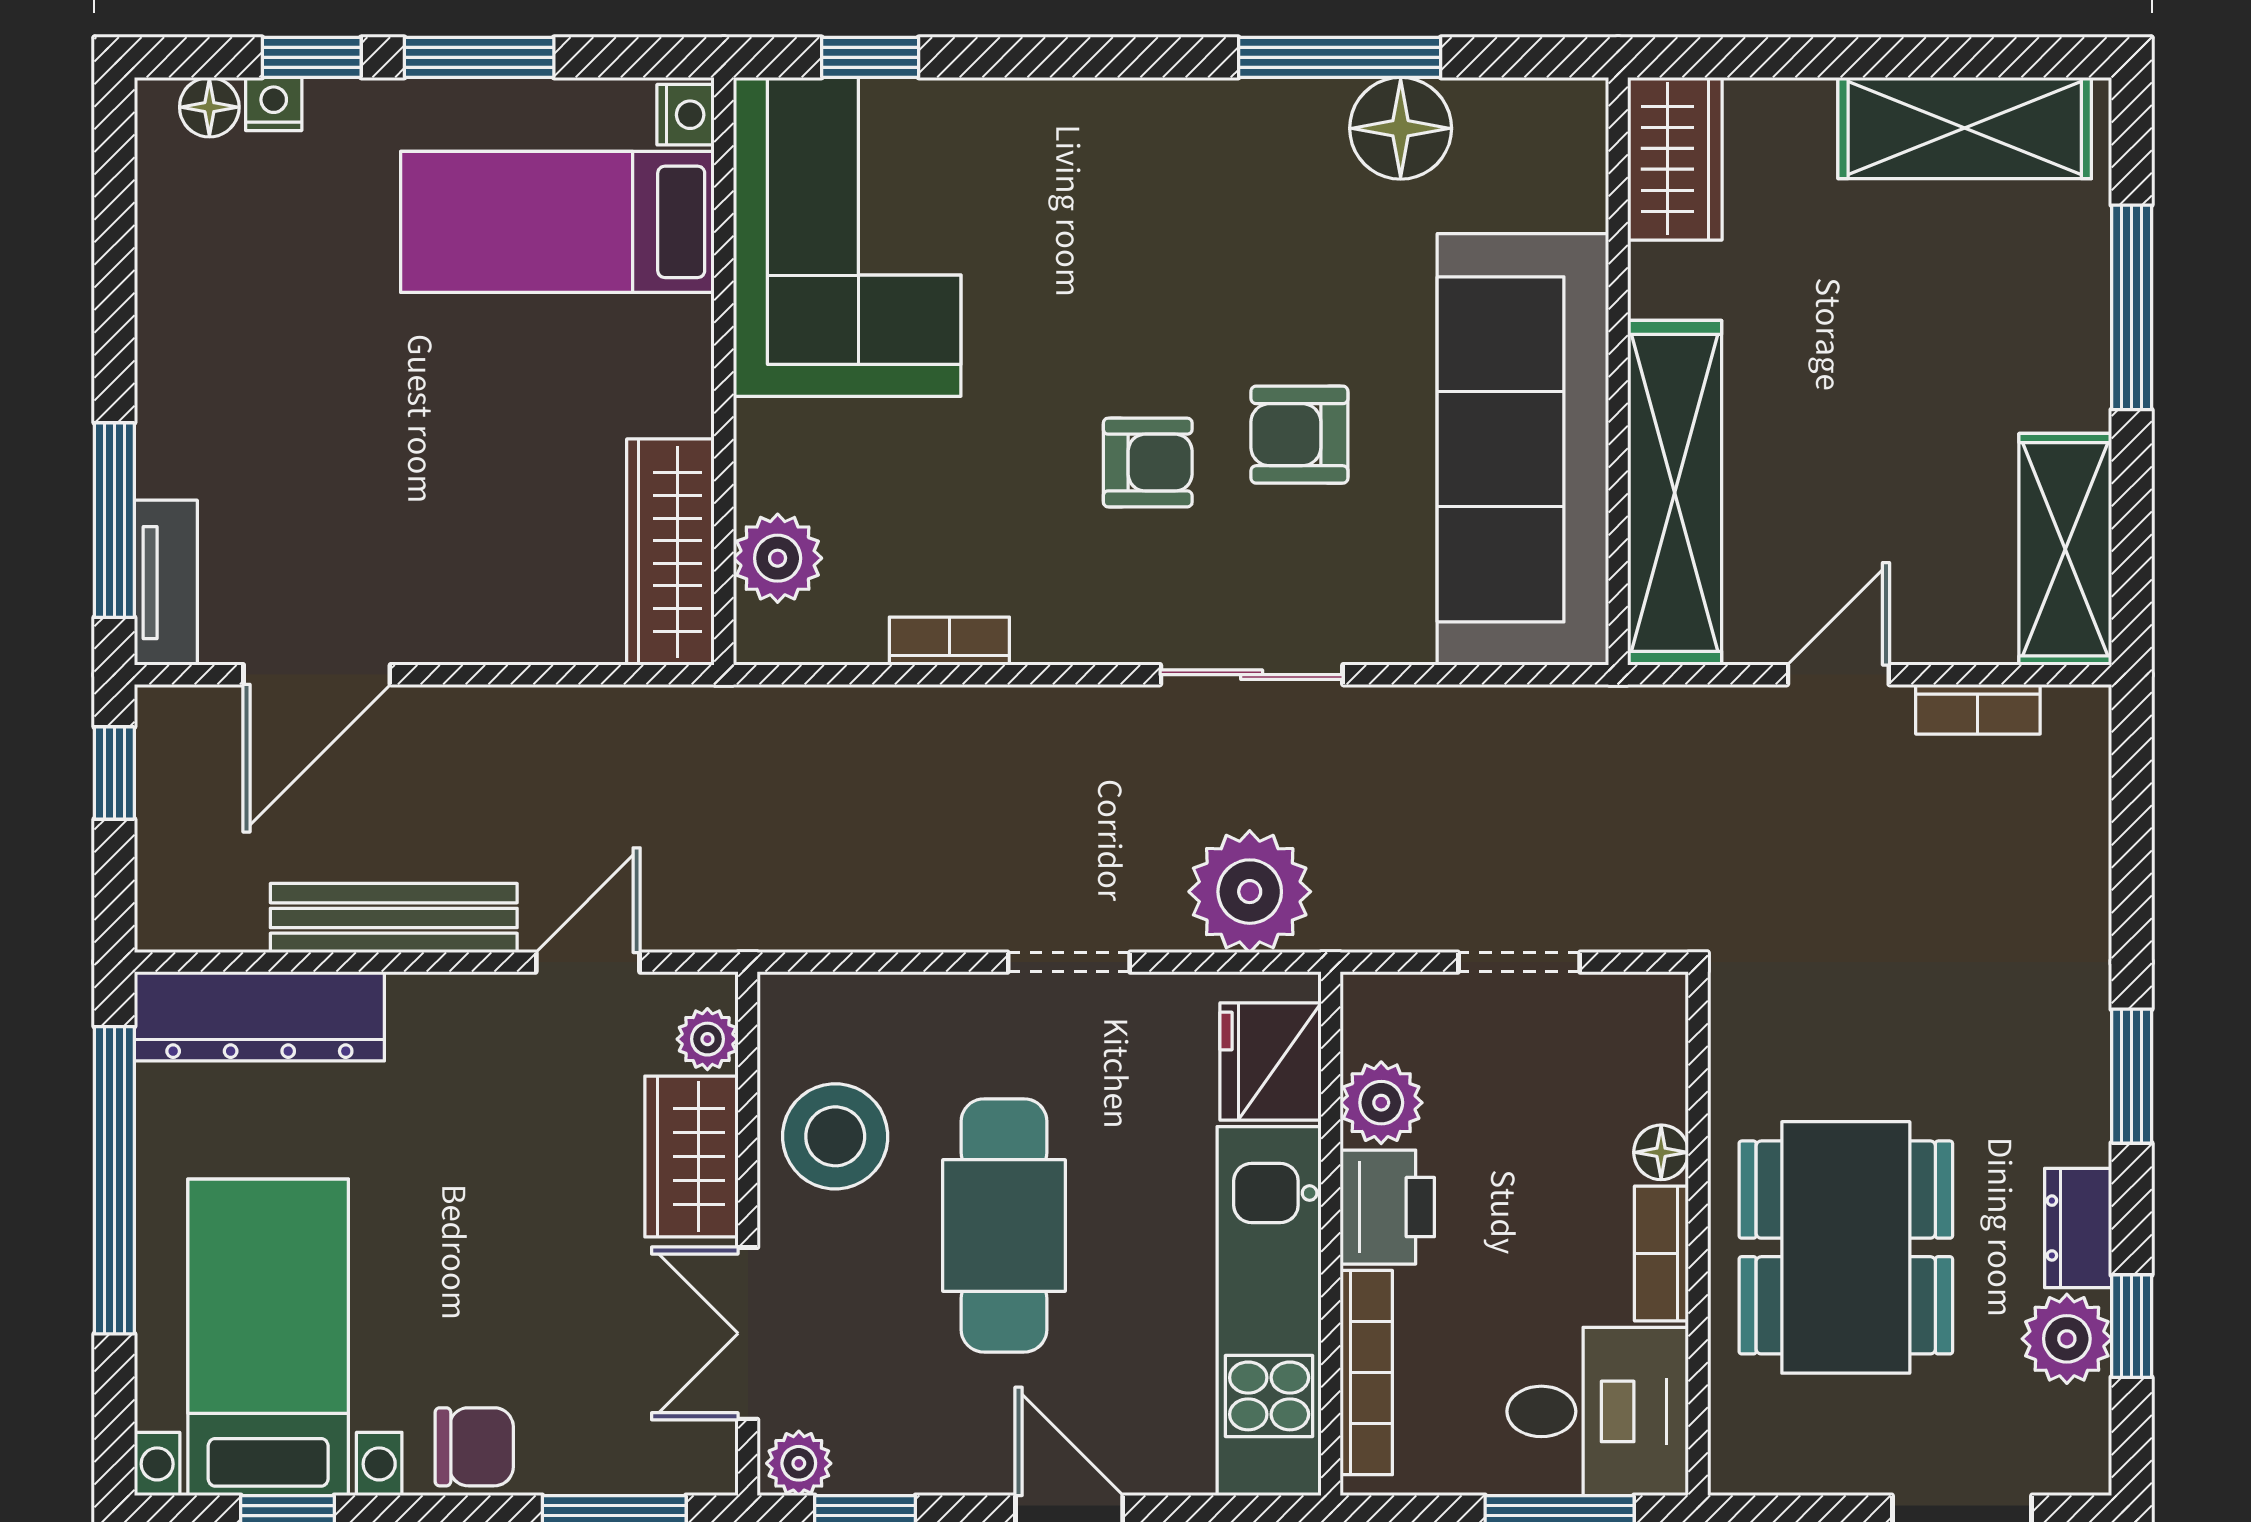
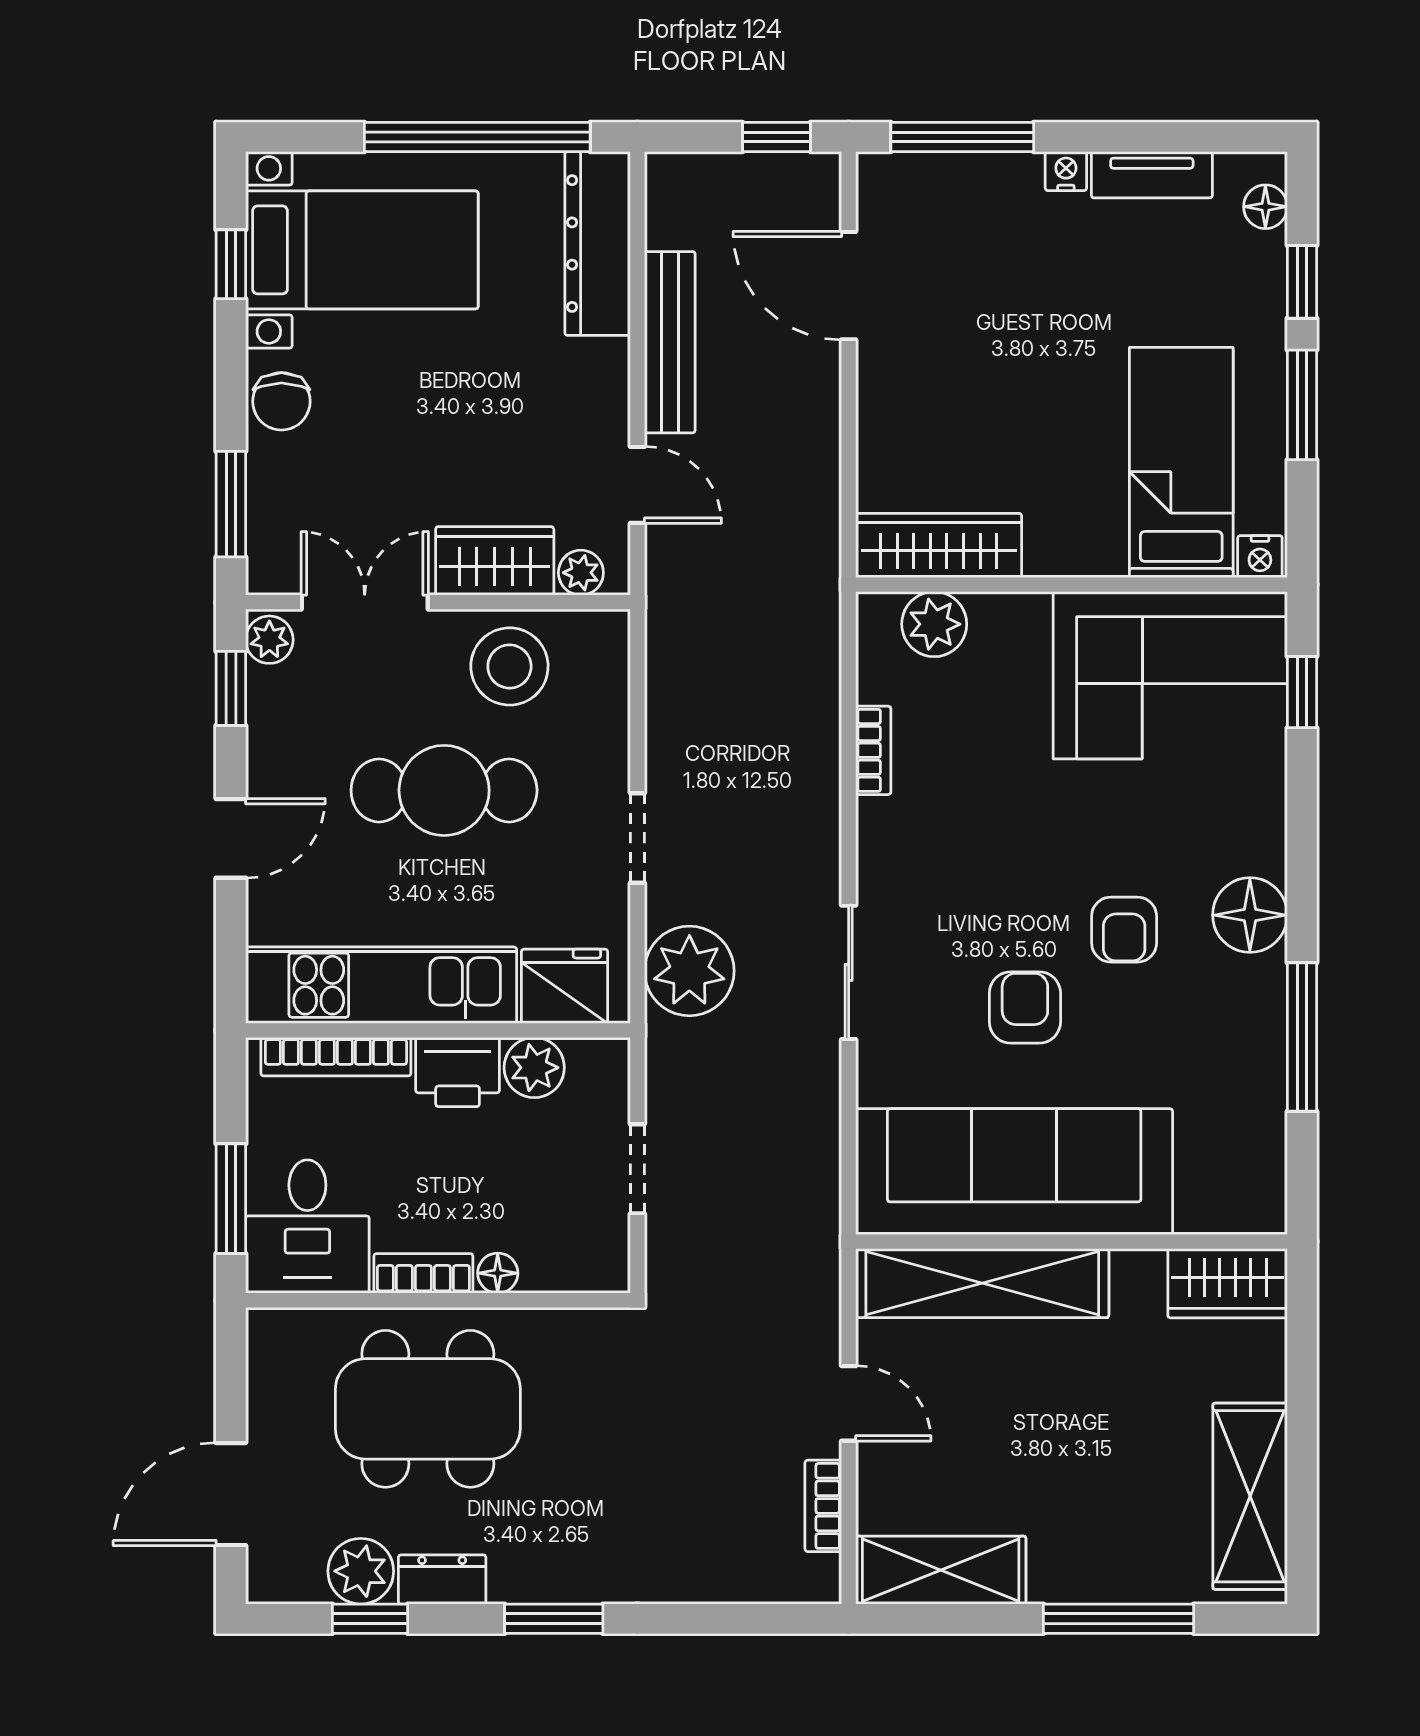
nightstand: (274, 104) -> (1066, 171), moved, turned -90
floor lamp: (1401, 128) -> (1250, 915), moved
armchair: (1148, 463) -> (1124, 930), moved
tv unit: (166, 583) -> (1152, 175), moved

